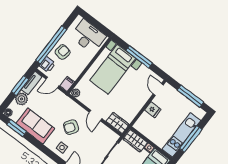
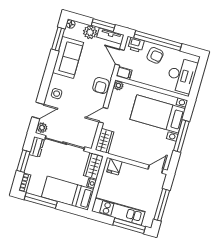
fridge: (153, 110) -> (114, 167), moved
armchair: (71, 127) -> (101, 86), moved, turned -124
window: (191, 139) -> (129, 226), moved

